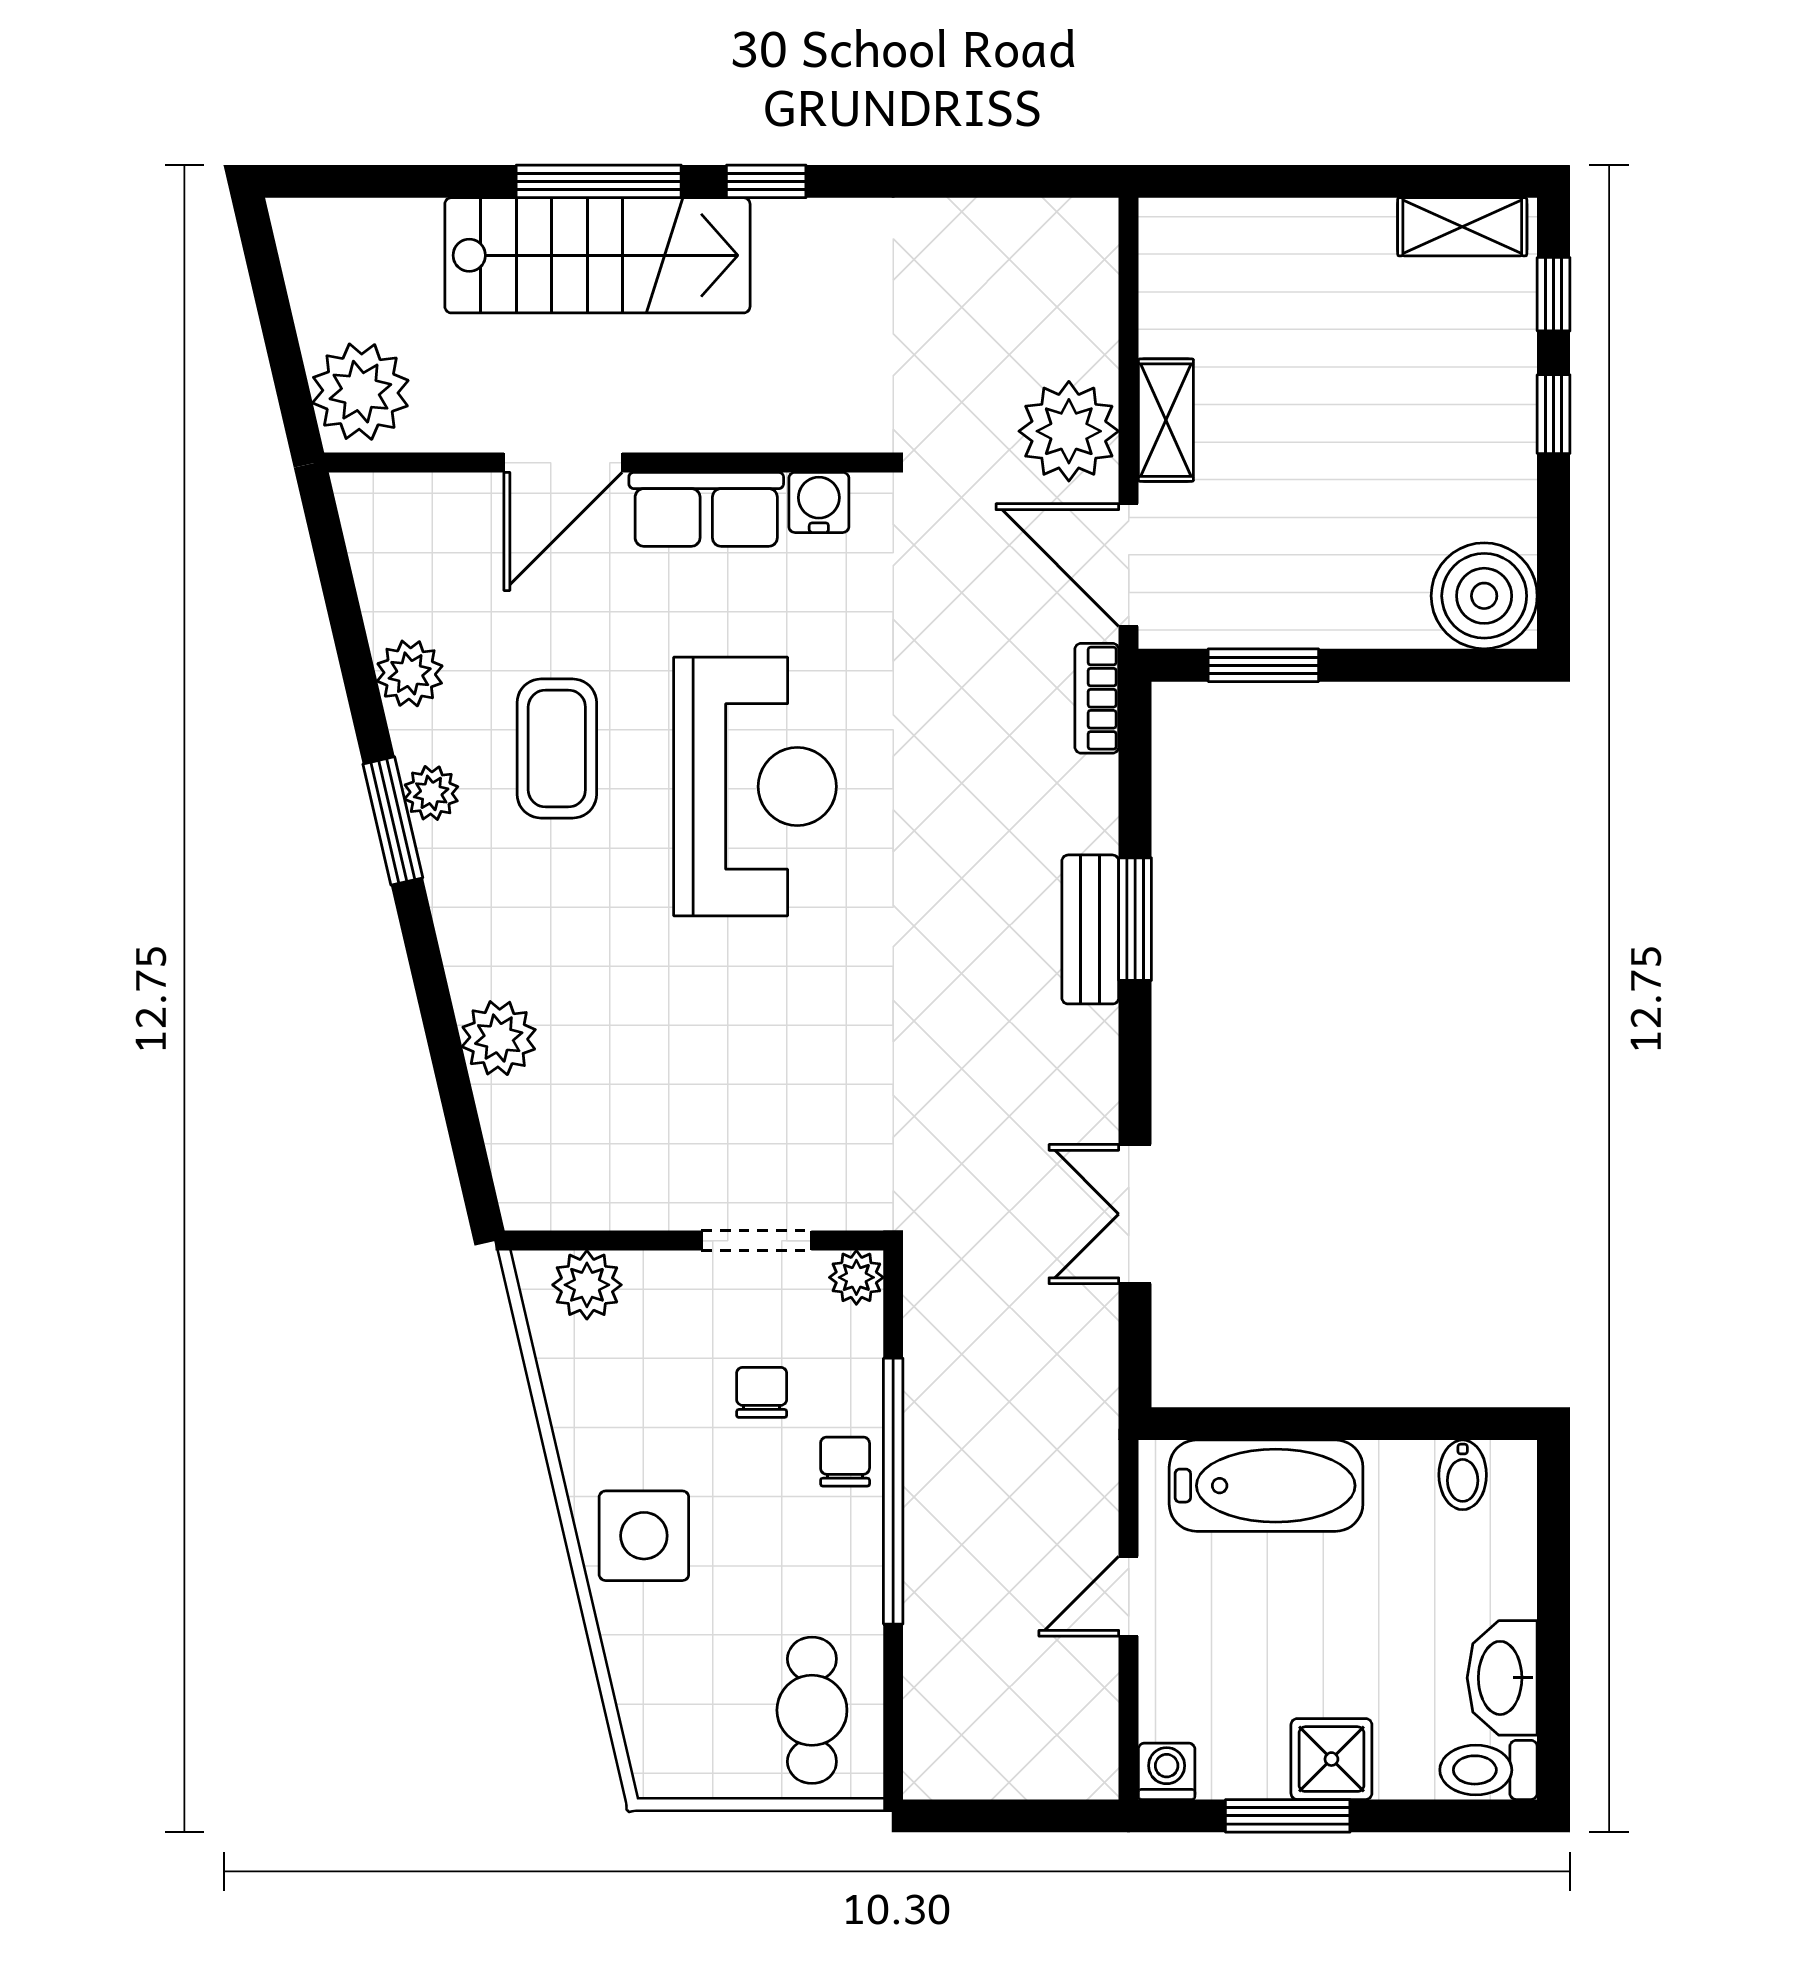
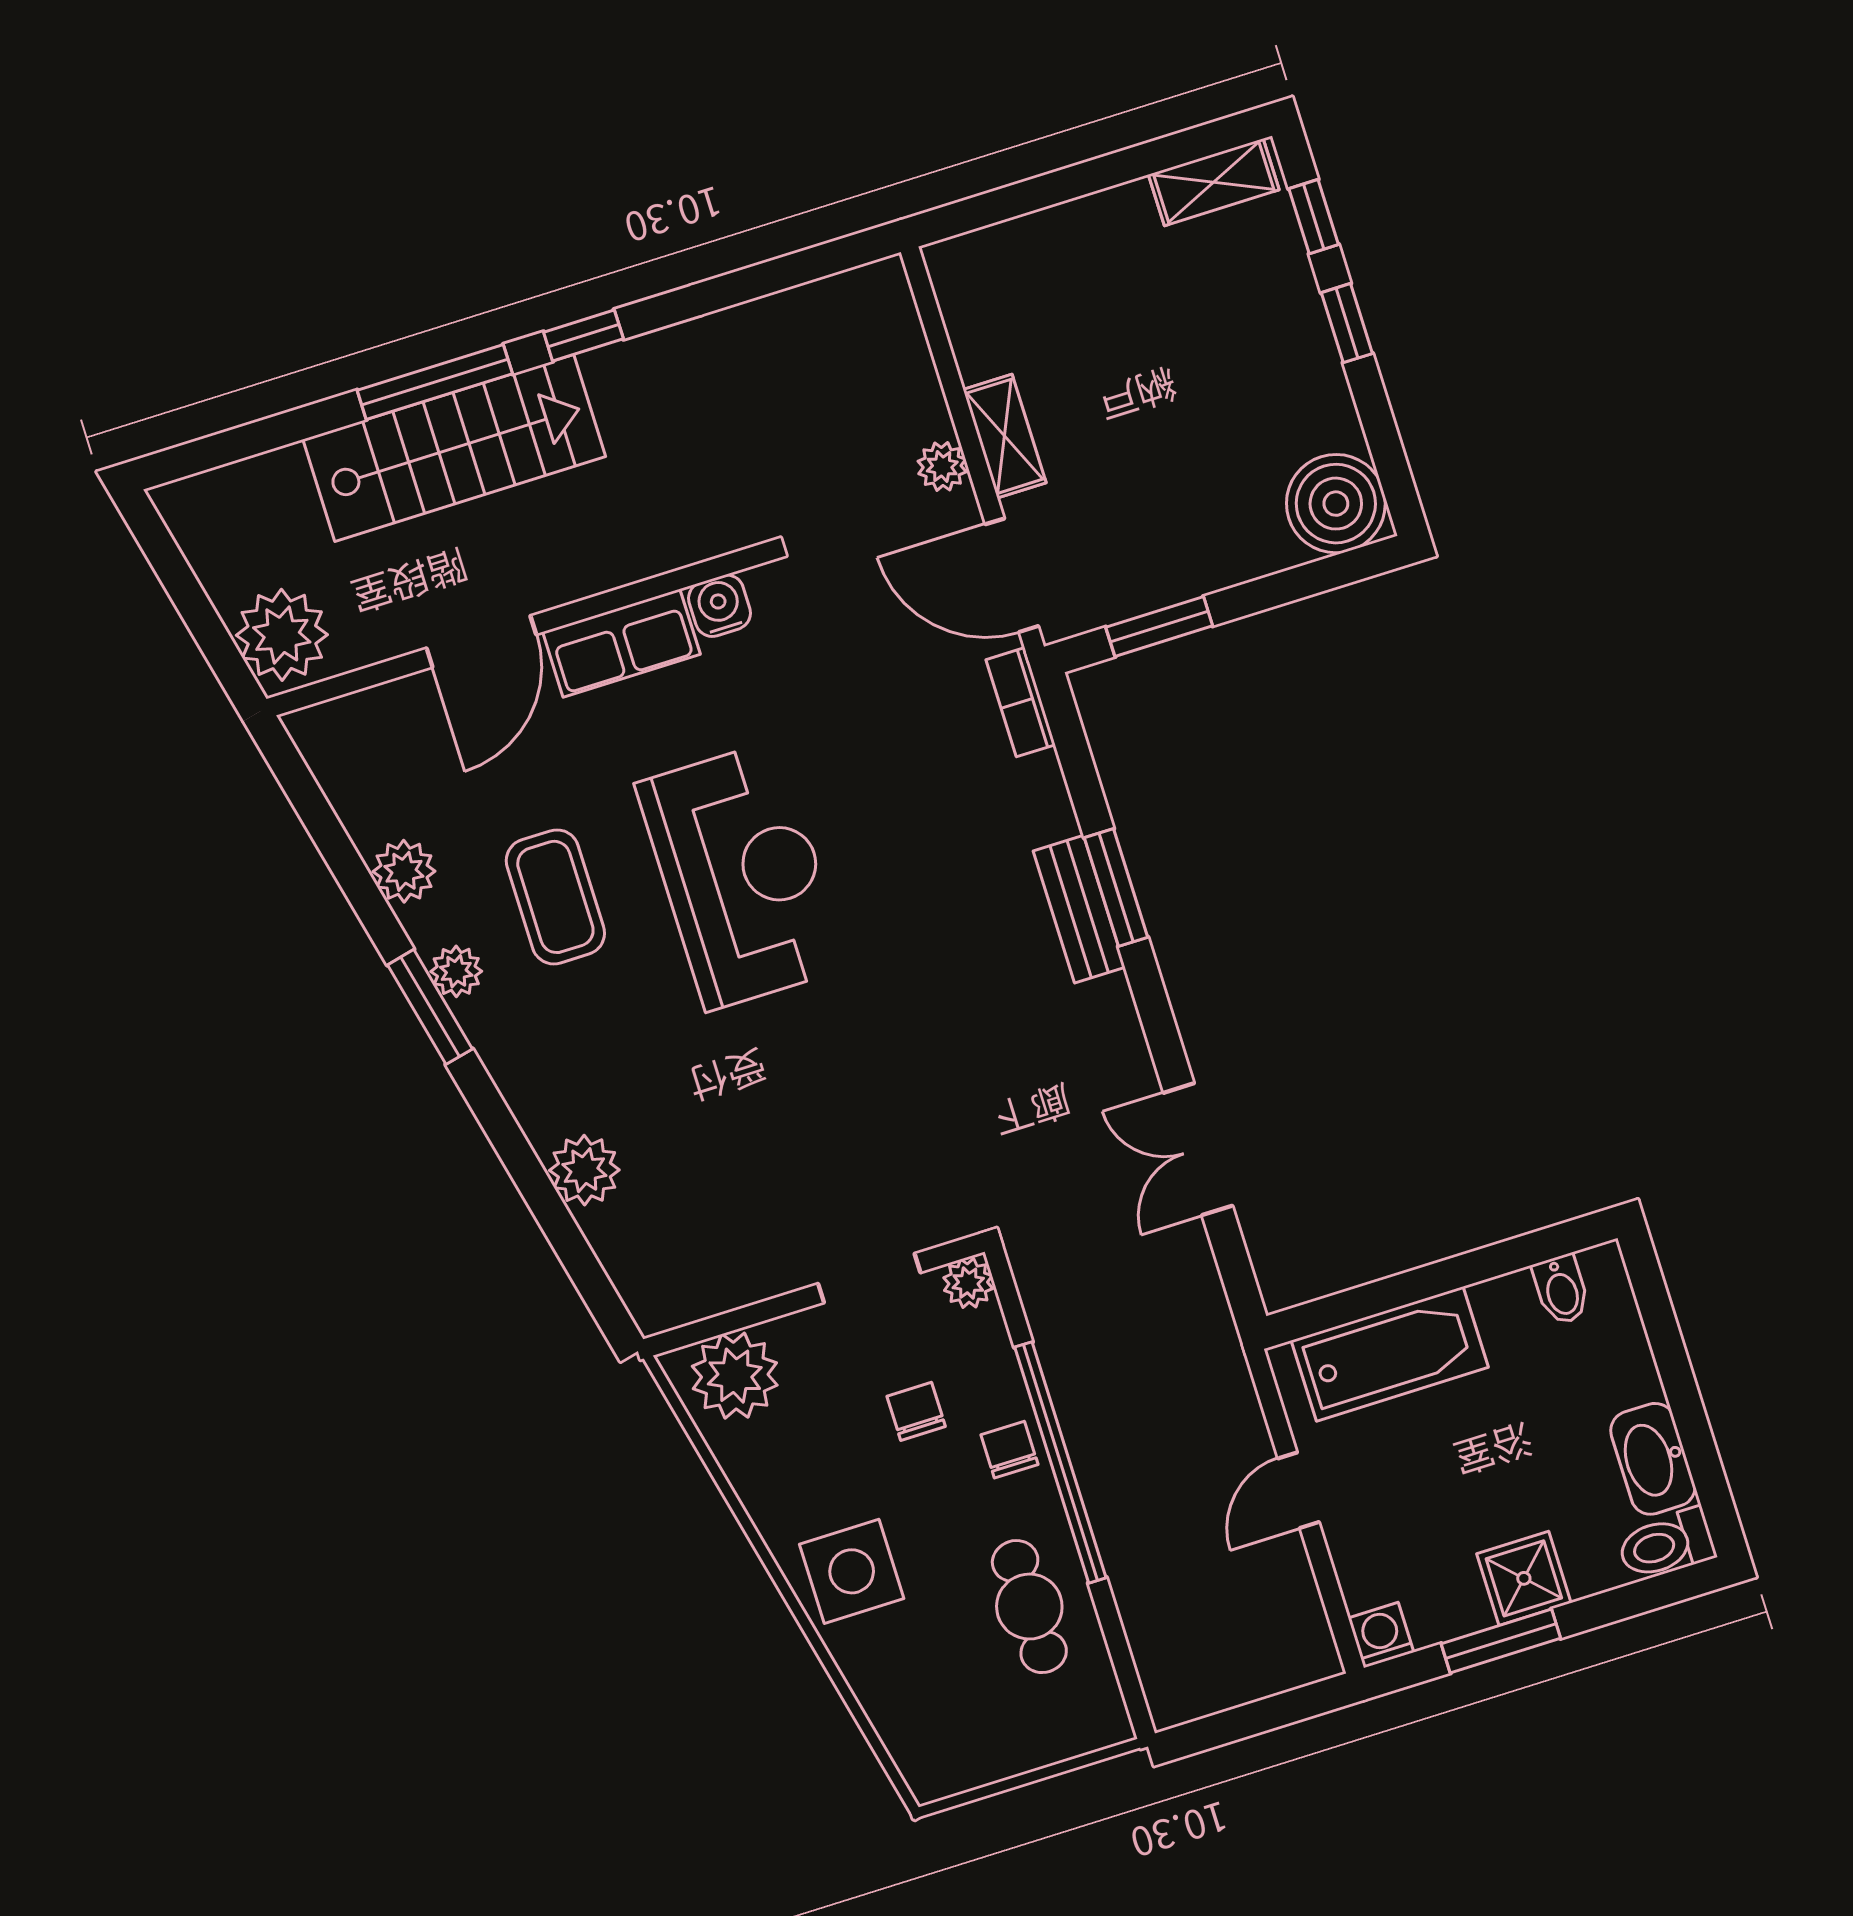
plant: (1069, 431) -> (942, 467), width x0.53, depth x0.53
plant: (587, 1285) -> (735, 1376), width x1.36, depth x1.36
cafe table: (812, 1710) -> (1029, 1607), moved

